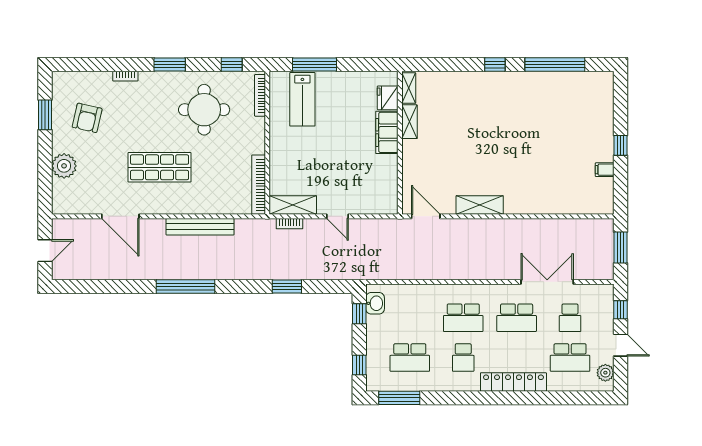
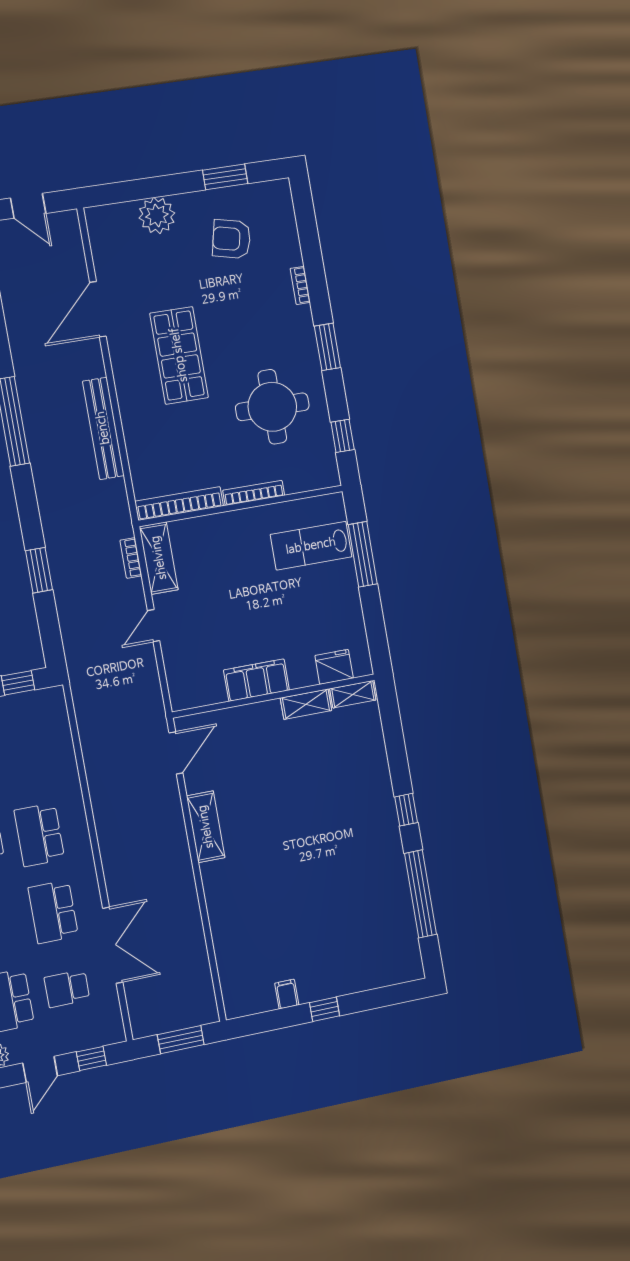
bookcase: (260, 95) -> (254, 493), moved
filing cabinet: (387, 132) -> (256, 680), moved
washbasin: (375, 303) -> (37, 703), removed

